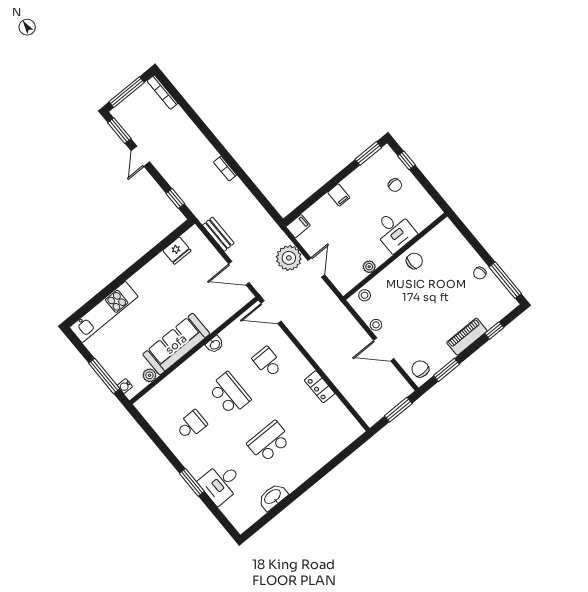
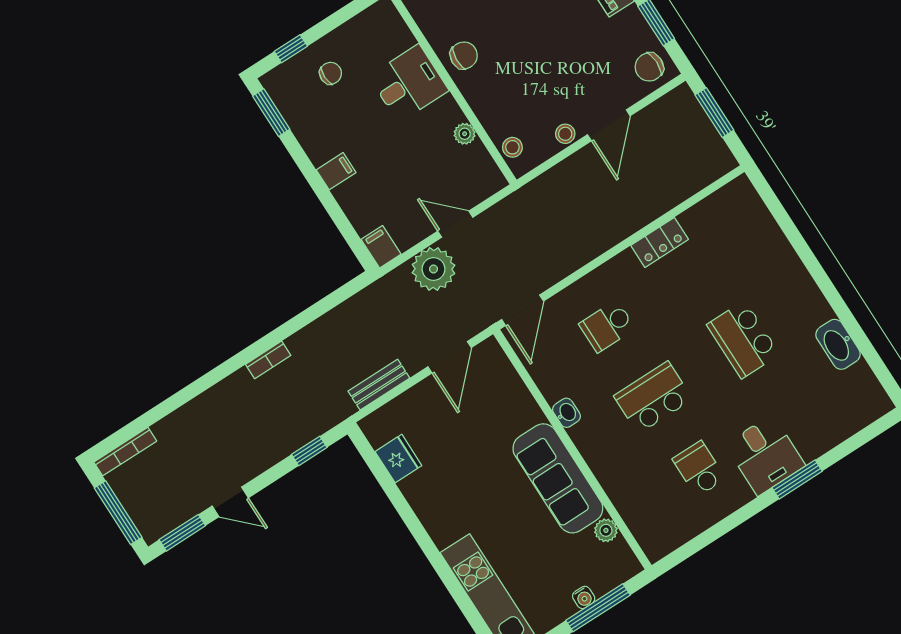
chair: (414, 261) -> (464, 55), turned 93
water cooler: (125, 386) -> (584, 597), moved
desk: (221, 483) -> (765, 455), moved

